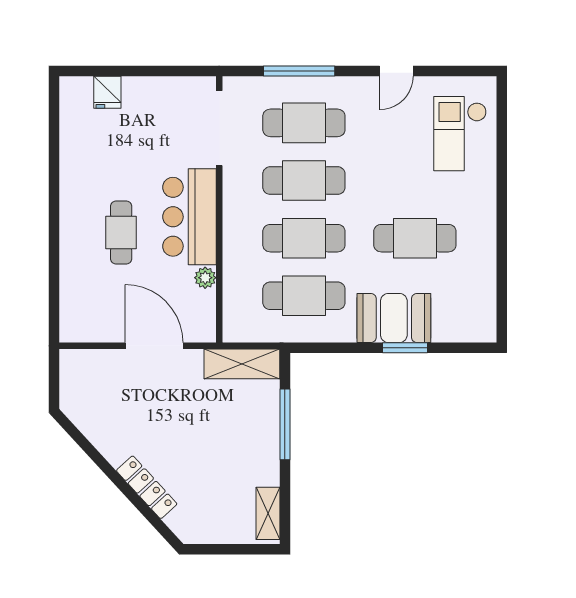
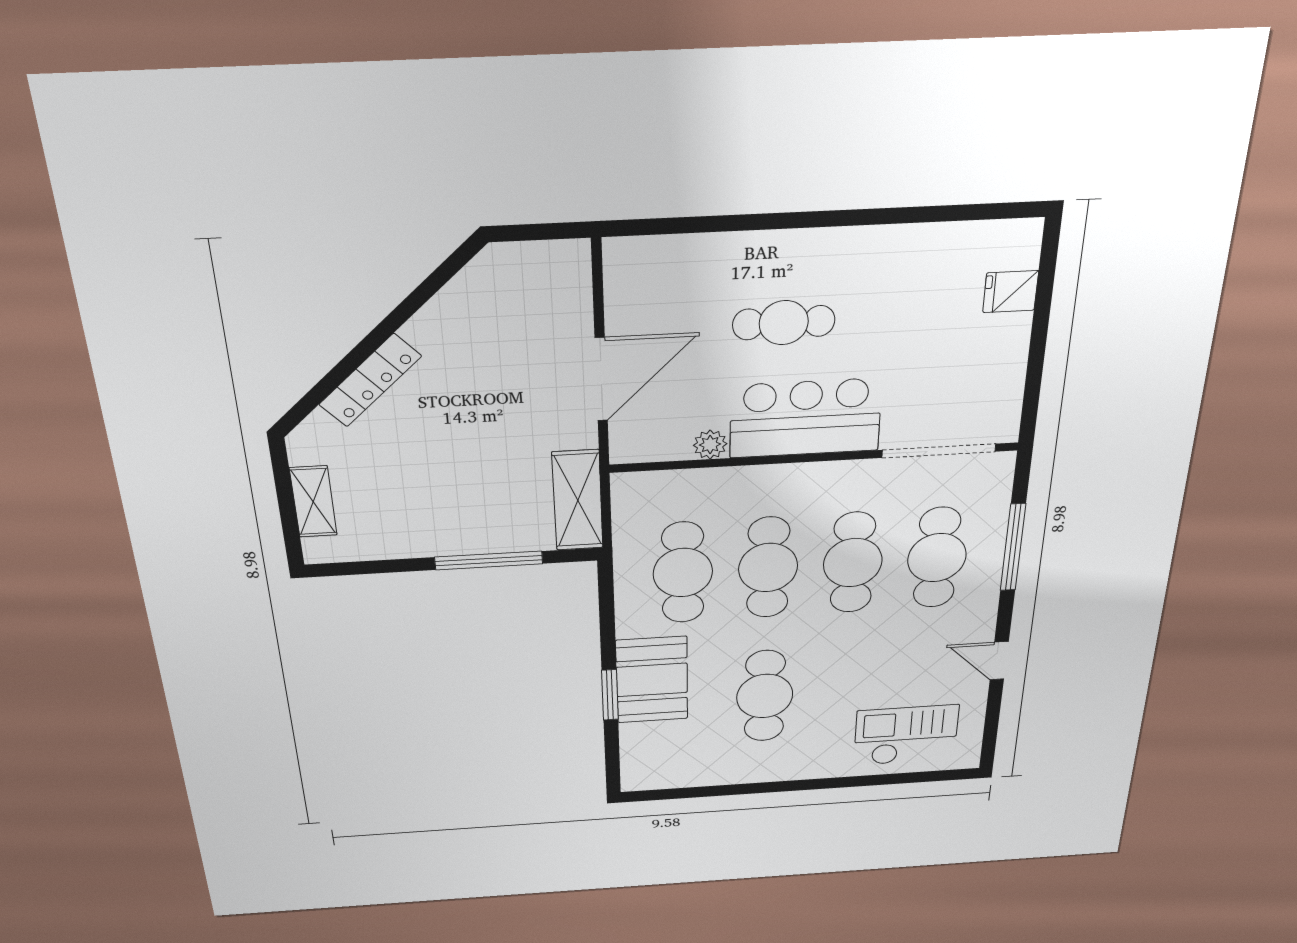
shelving: (268, 513) -> (313, 502), moved, turned 90

